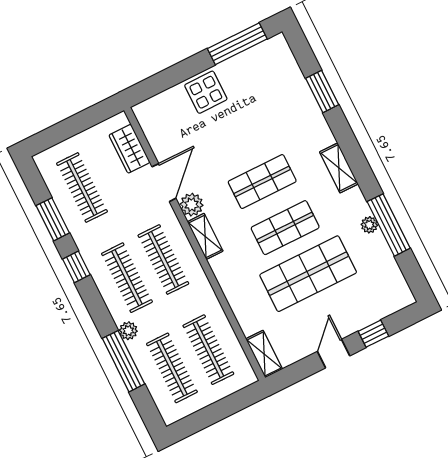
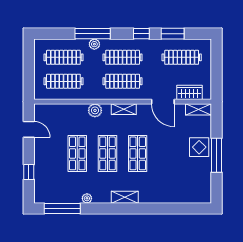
window: (237, 44) -> (216, 155), moved
window: (322, 91) -> (169, 208), removed
plant: (192, 205) -> (95, 110), moved
window: (389, 225) -> (62, 208), moved
shop shelf: (308, 274) -> (77, 153), width x0.70, depth x0.74
shelving: (264, 354) -> (198, 109), moved
door: (334, 354) -> (29, 129), moved
window: (123, 361) -> (93, 34), moved

